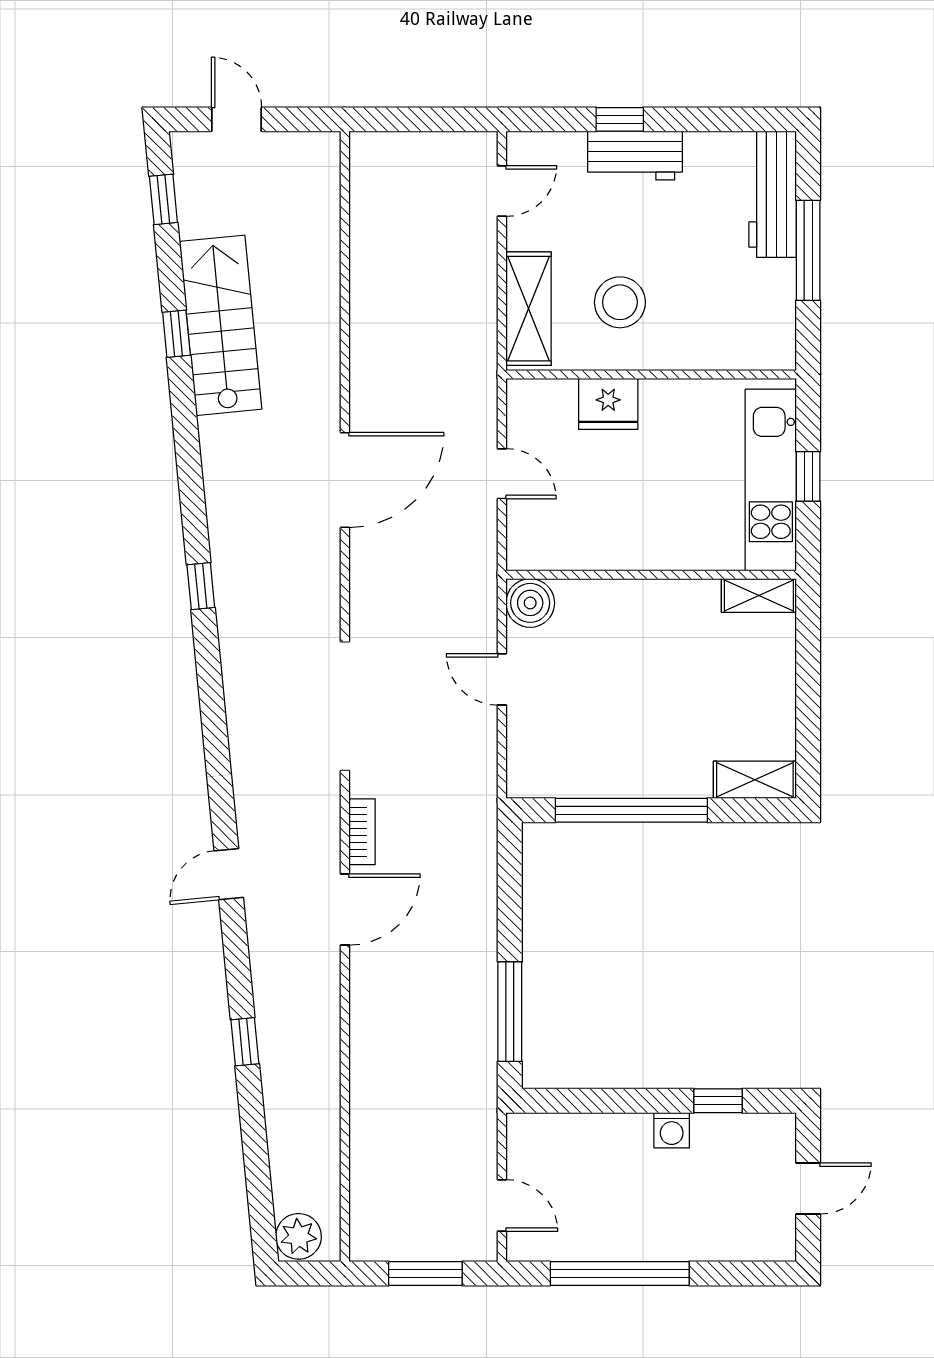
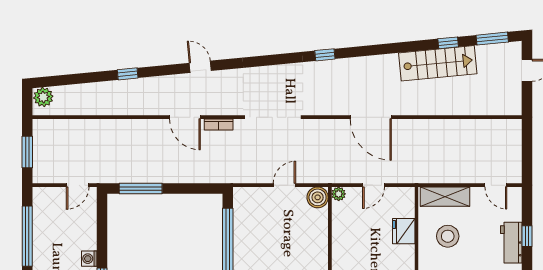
window: (163, 199) -> (492, 39), width x1.50
window: (176, 334) -> (448, 43), moved
plant: (522, 555) -> (339, 194), added
door: (502, 1206) -> (78, 185), moved

